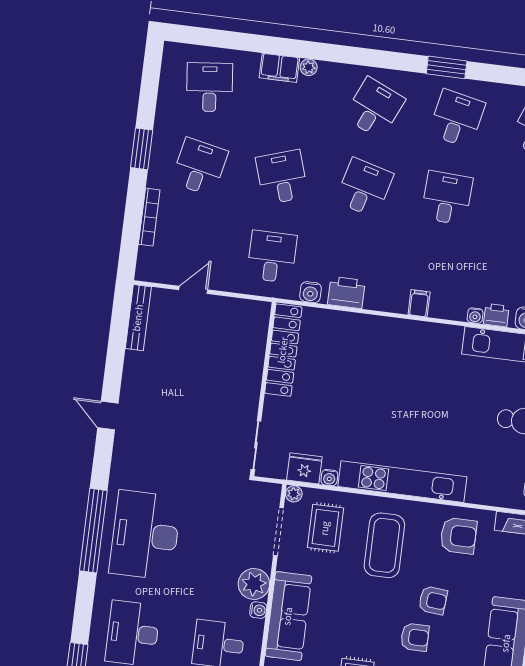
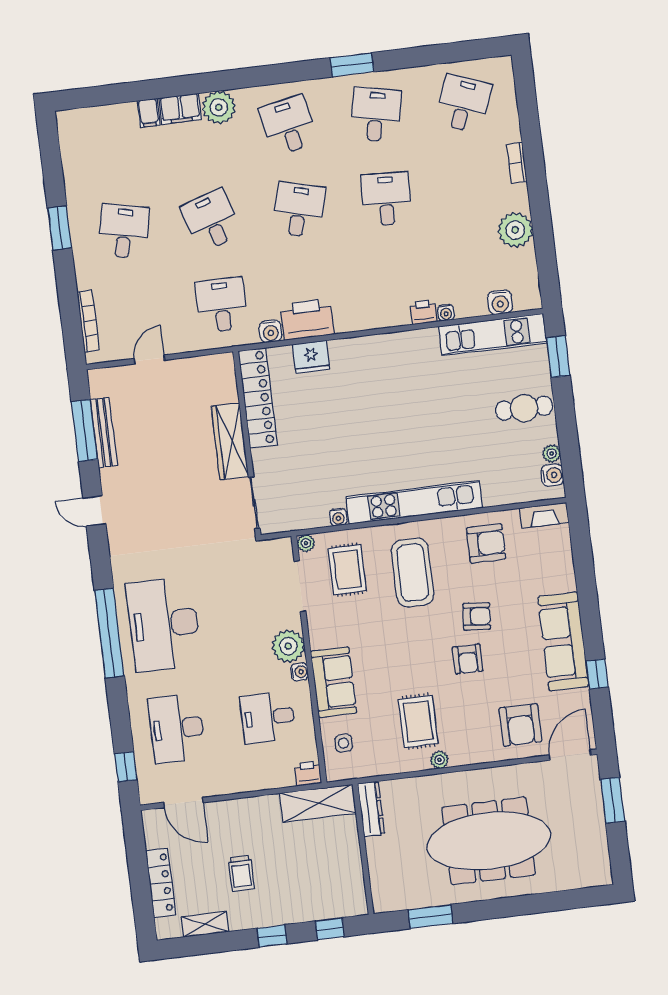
plant: (309, 67) -> (219, 107), width x1.88, depth x1.88
desk: (210, 87) -> (113, 147), removed
desk: (374, 108) -> (288, 125), turned -36
bookcase: (149, 217) -> (88, 321), moved
printer: (346, 293) -> (307, 319), width x1.37, depth x1.19
filing cabinet: (419, 303) -> (149, 113), moved, turned 180
printer: (496, 315) -> (423, 312), moved
bench: (138, 318) -> (104, 432), moved
window: (117, 340) -> (84, 431), added
wardrobe: (248, 383) -> (230, 441), added
fridge: (304, 468) -> (311, 357), moved, turned 180
sofa: (288, 616) -> (334, 682), width x0.73
armchair: (415, 637) -> (468, 659), turned 90

